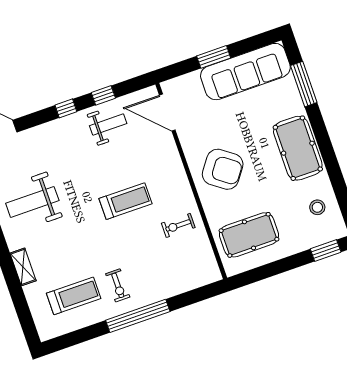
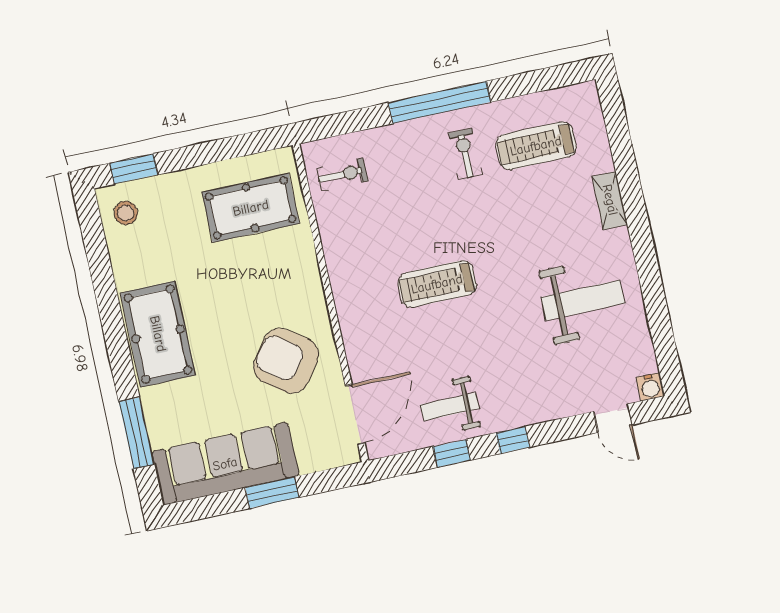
door: (167, 113) -> (355, 414), hinge flipped
armchair: (223, 169) -> (286, 361), moved
stool: (317, 207) -> (126, 213), moved
exercise bike: (178, 225) -> (342, 174), moved

